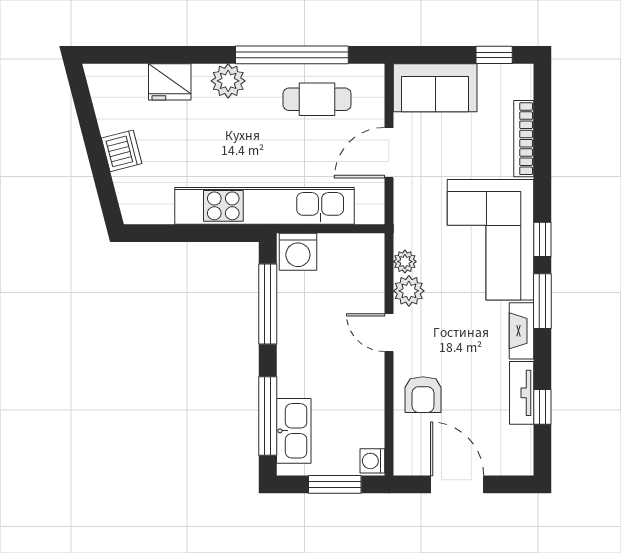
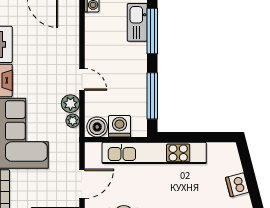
boiler: (363, 251) -> (97, 127), added
washing machine: (298, 252) -> (120, 126), moved
armchair: (423, 395) -> (62, 43), removed

